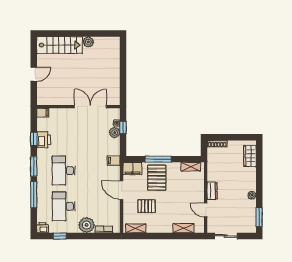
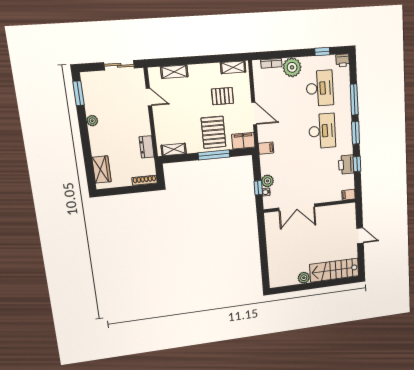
door: (34, 74) -> (360, 236), swing flipped
dresser: (212, 191) -> (147, 147), moved

